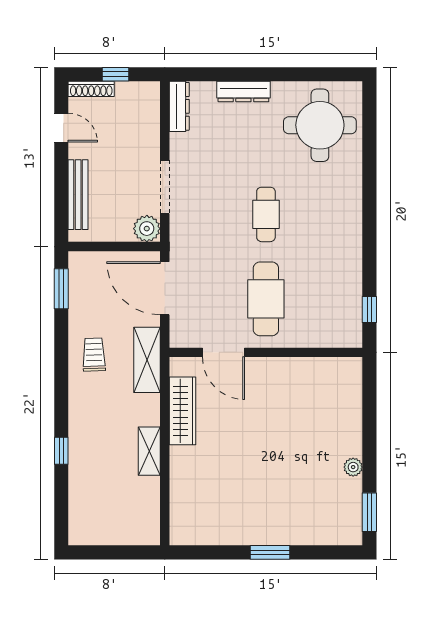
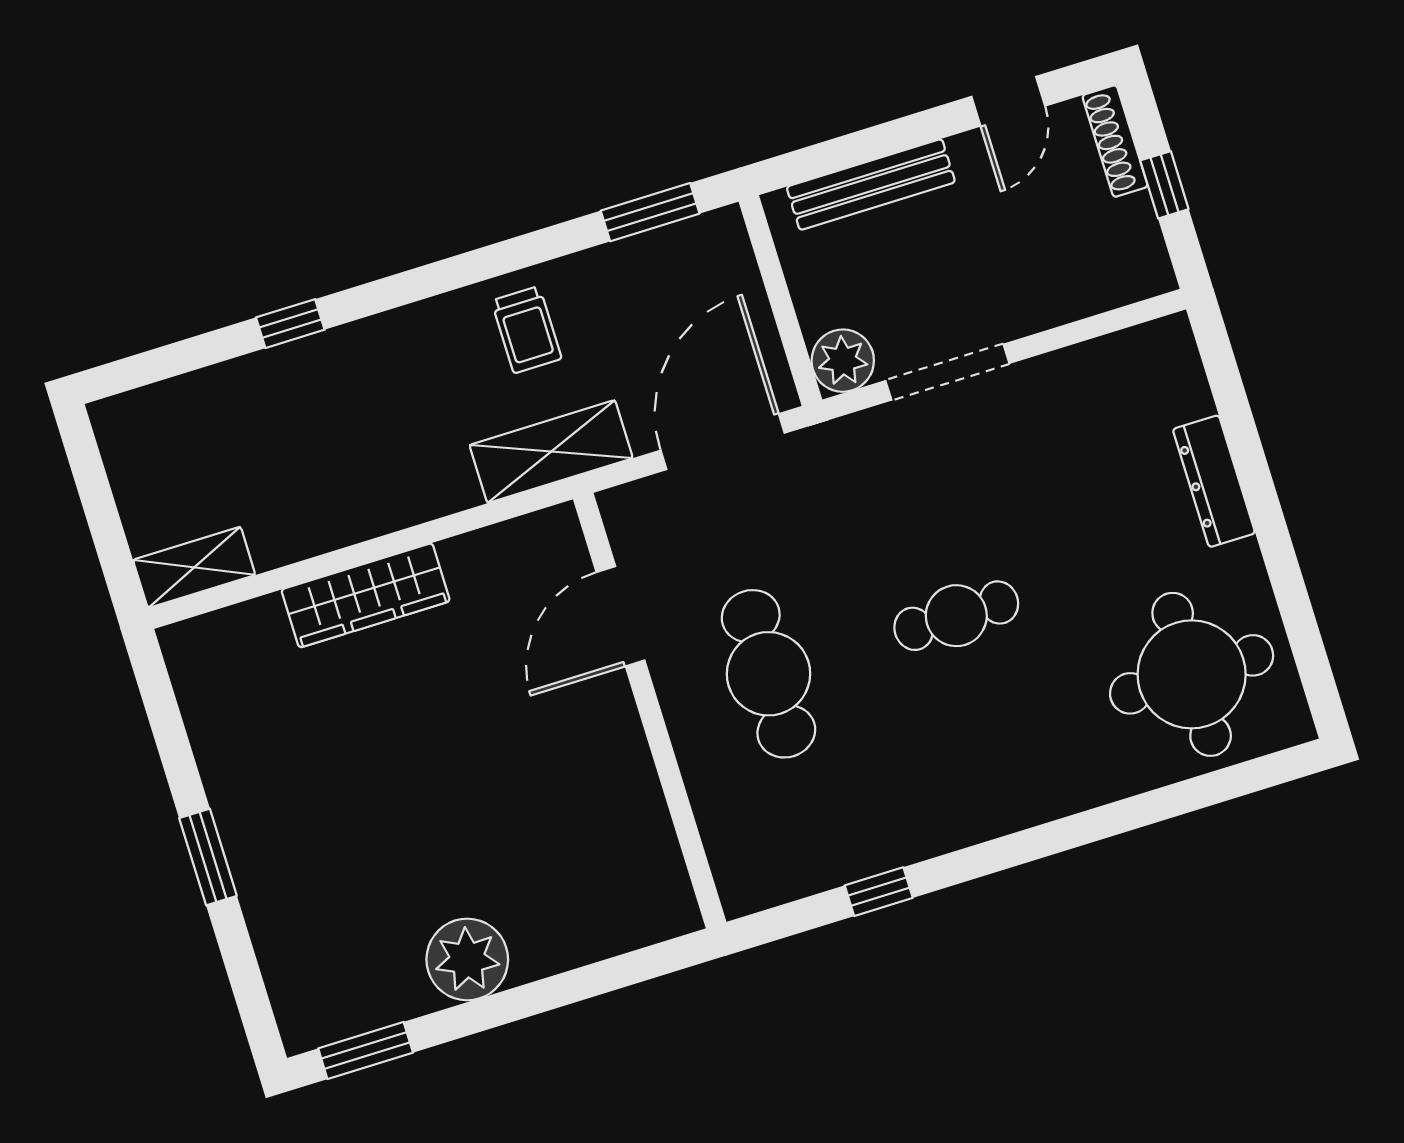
dresser: (179, 106) -> (1137, 349), removed
cafe table: (266, 299) -> (769, 674), turned 90
window: (369, 310) -> (879, 892), moved
trolley: (94, 355) -> (527, 330), turned 92
wardrobe: (183, 411) -> (366, 595), moved
shelving: (149, 451) -> (194, 567), moved
plant: (353, 467) -> (467, 959), width x1.87, depth x1.87

